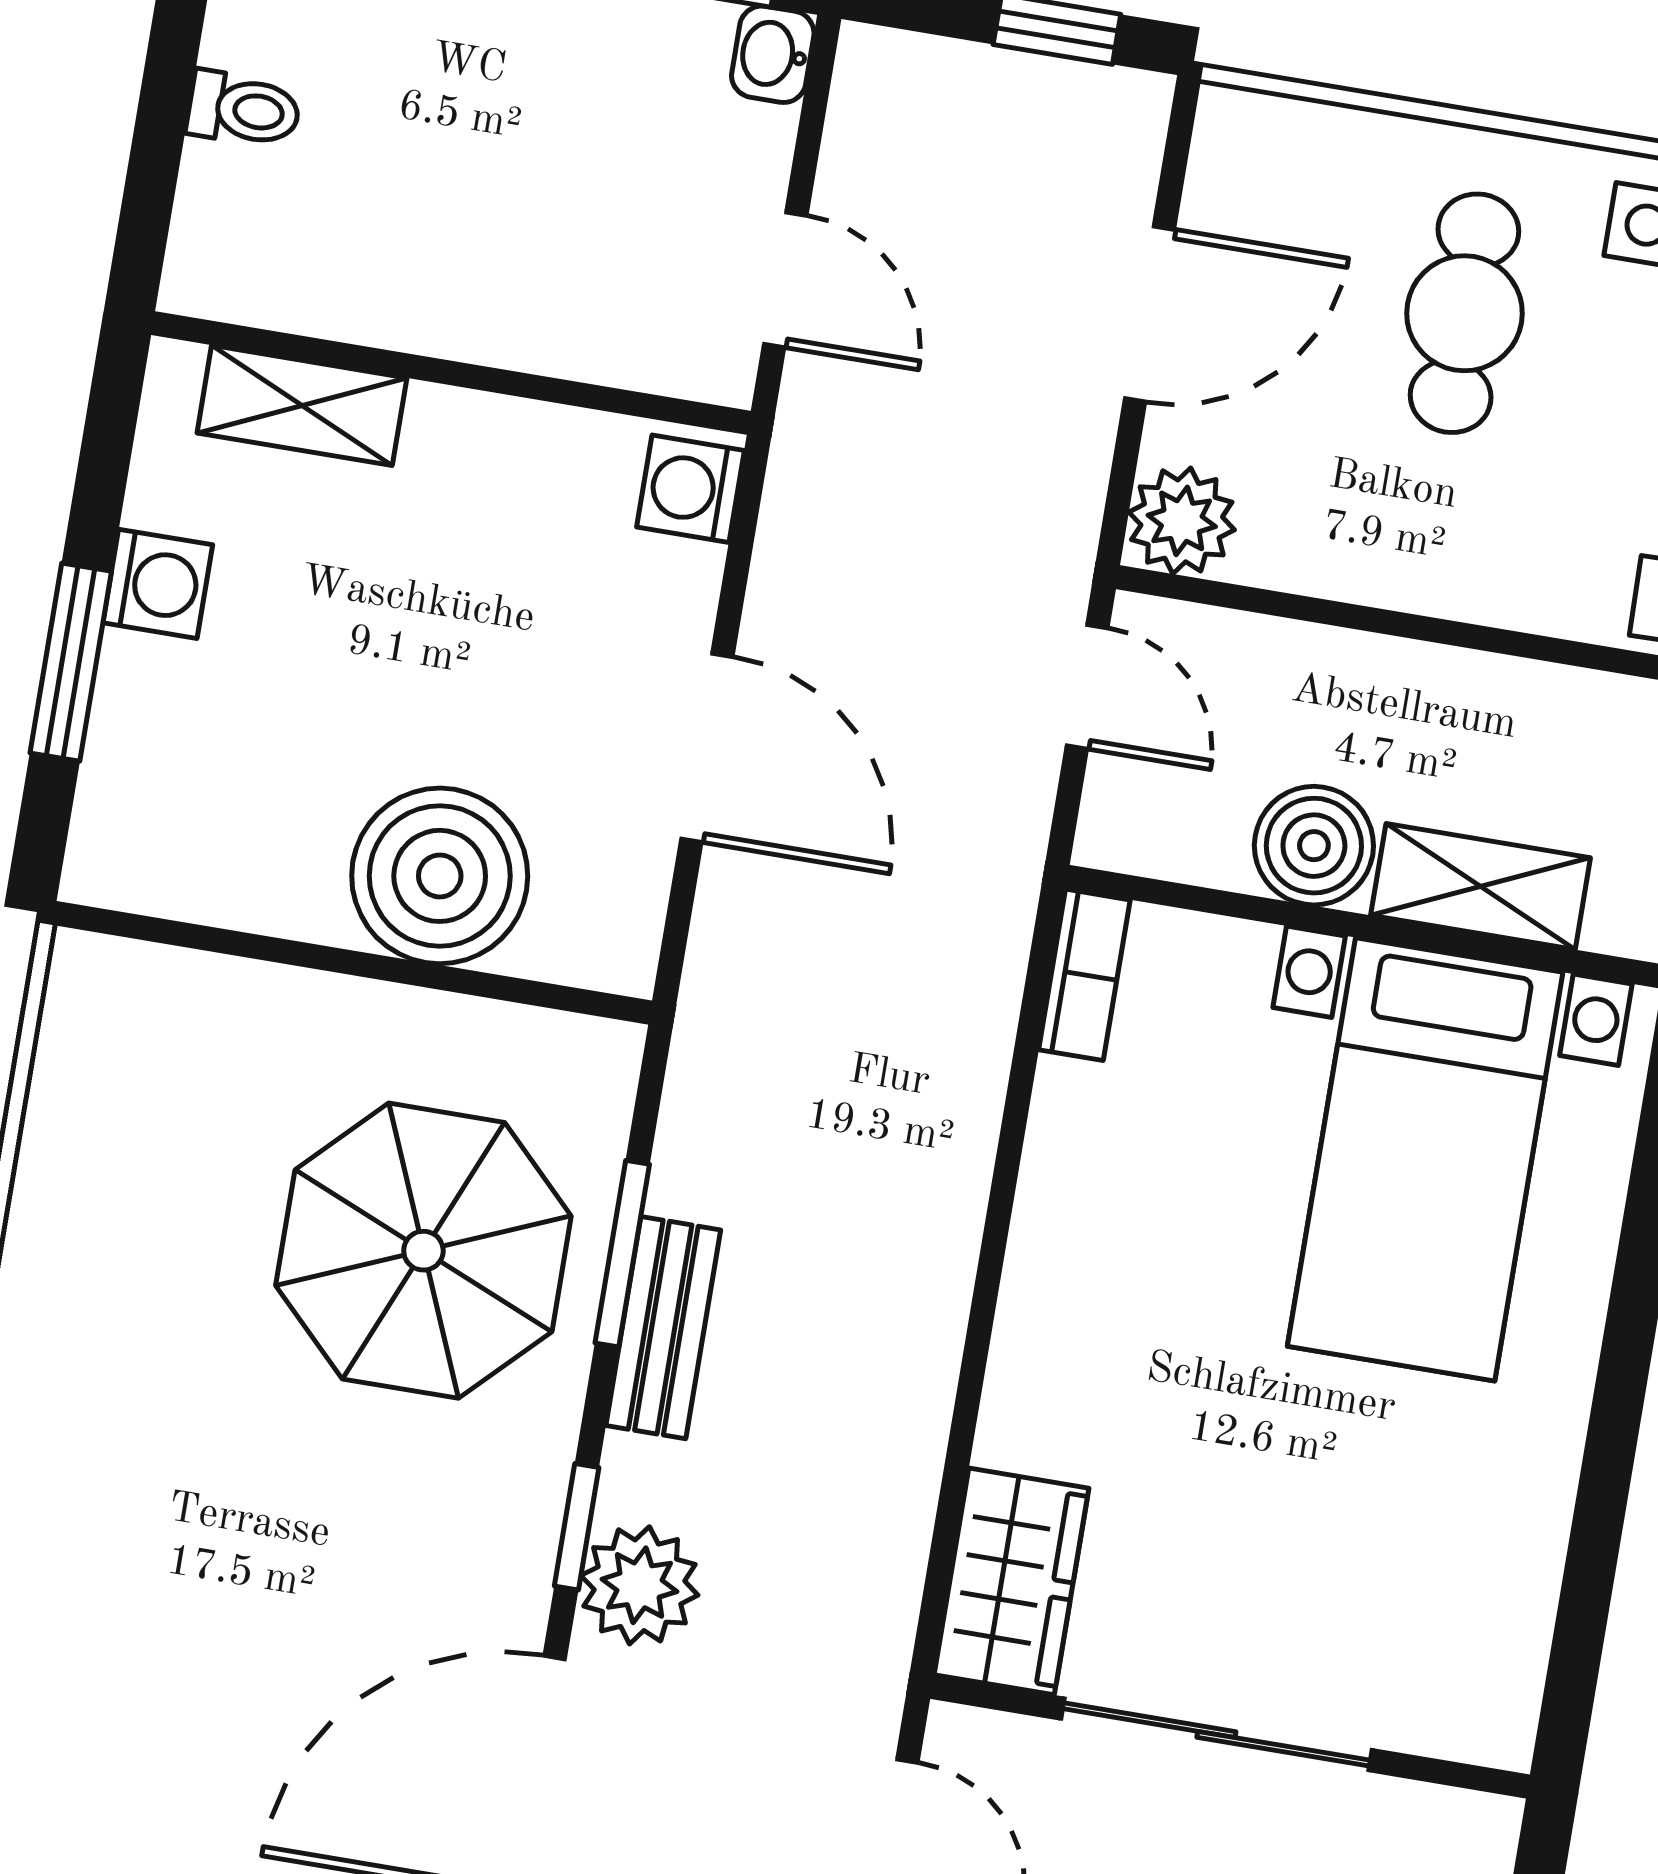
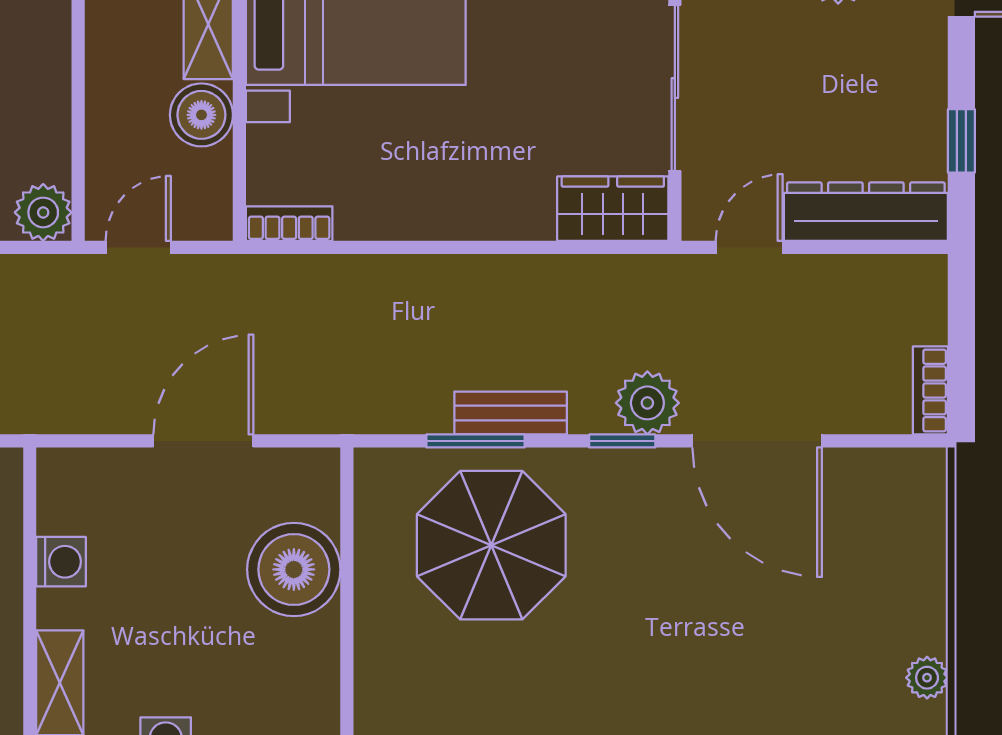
washing machine: (691, 489) -> (61, 562), moved, turned -90

